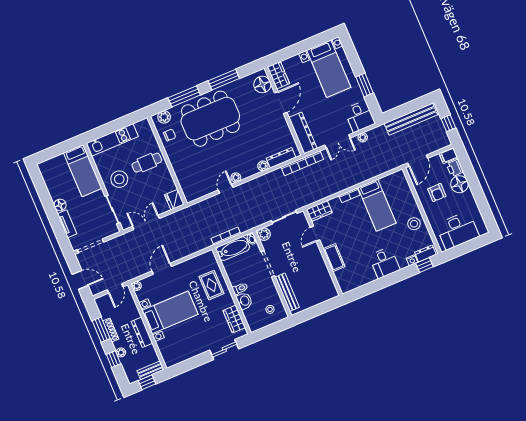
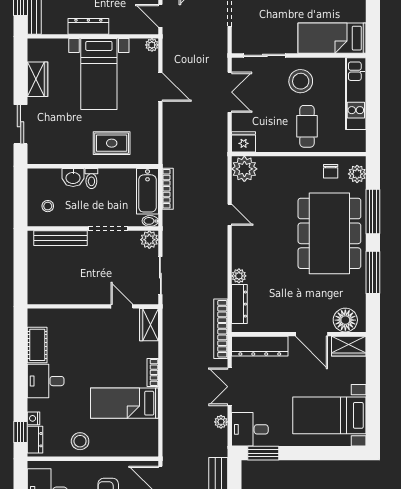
window: (365, 85) -> (263, 453), moved
plant: (236, 178) -> (244, 169), moved, width x1.87, depth x1.87
cot: (334, 258) -> (37, 345), moved, turned 90
wardrobe: (234, 319) -> (38, 79), moved, turned 90

